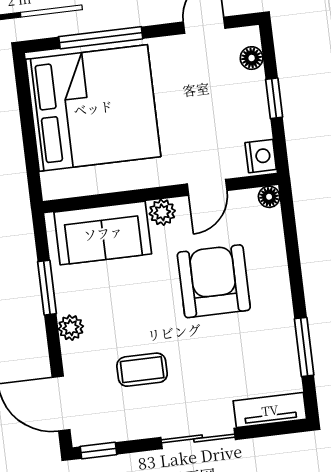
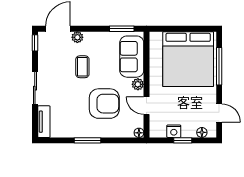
nightstand: (261, 156) -> (174, 131), moved
window: (47, 288) -> (122, 29), moved
plant: (71, 328) -> (77, 37), moved
window: (304, 347) -> (88, 140), moved
coffee table: (142, 370) -> (82, 67), moved

